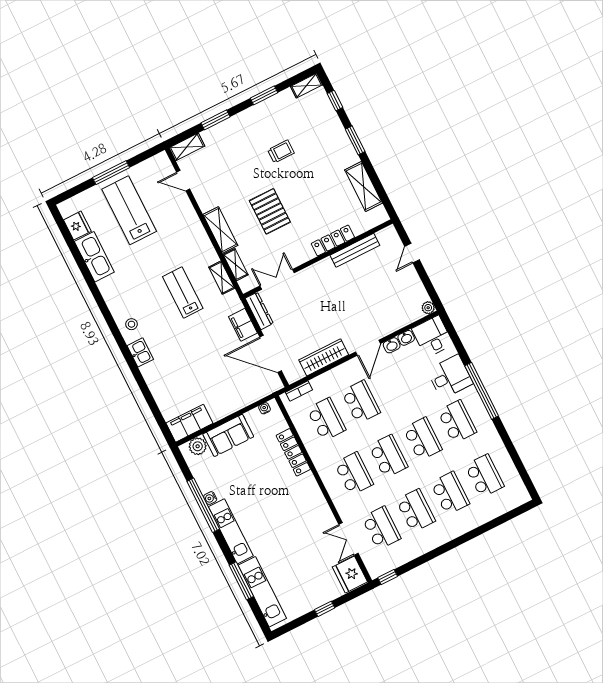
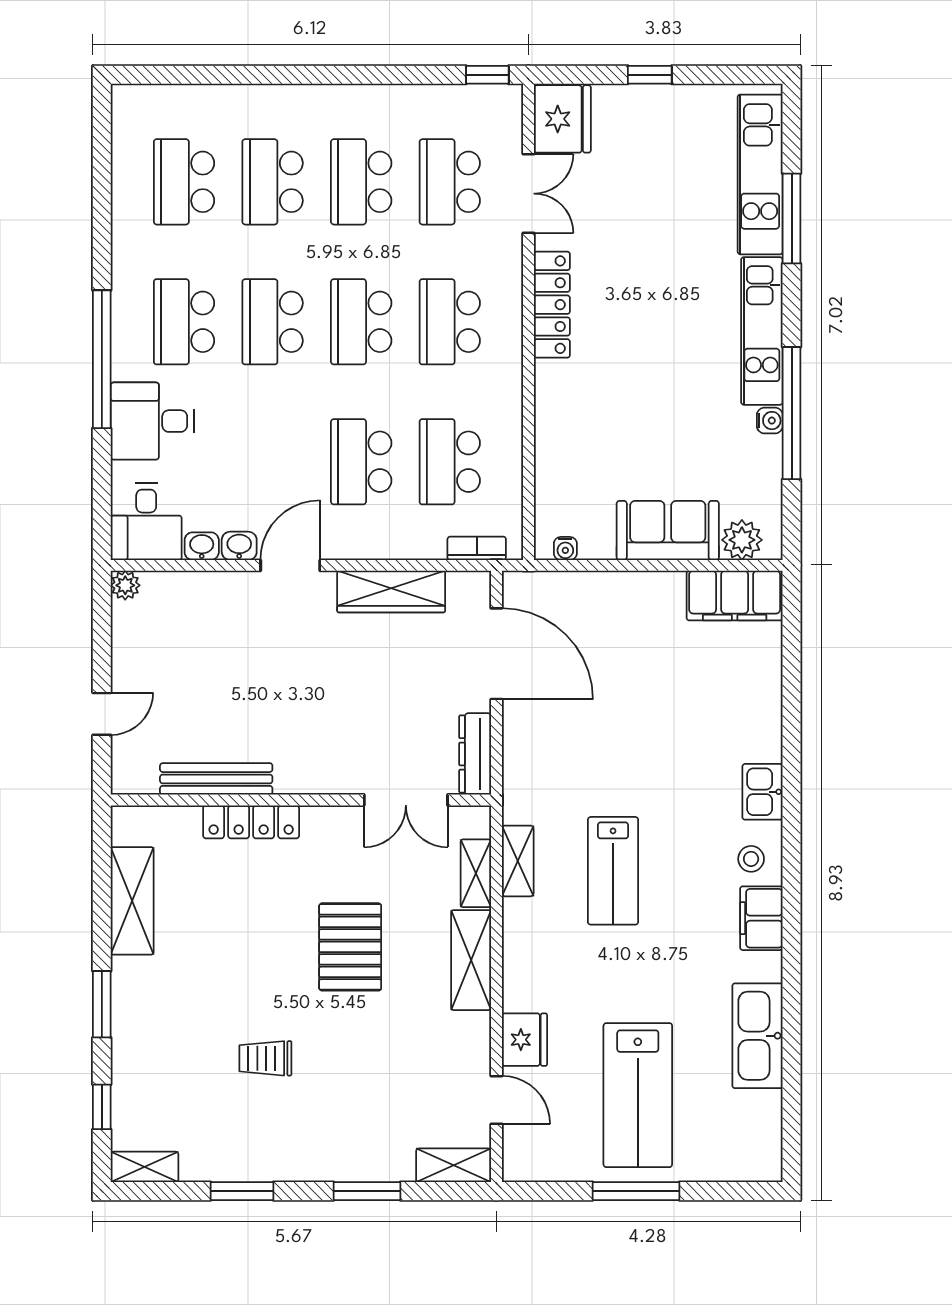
fridge: (77, 226) -> (524, 1040), moved, turned 180
filing cabinet: (243, 325) -> (761, 918), moved, turned 180
locker: (293, 452) -> (552, 305), moved

